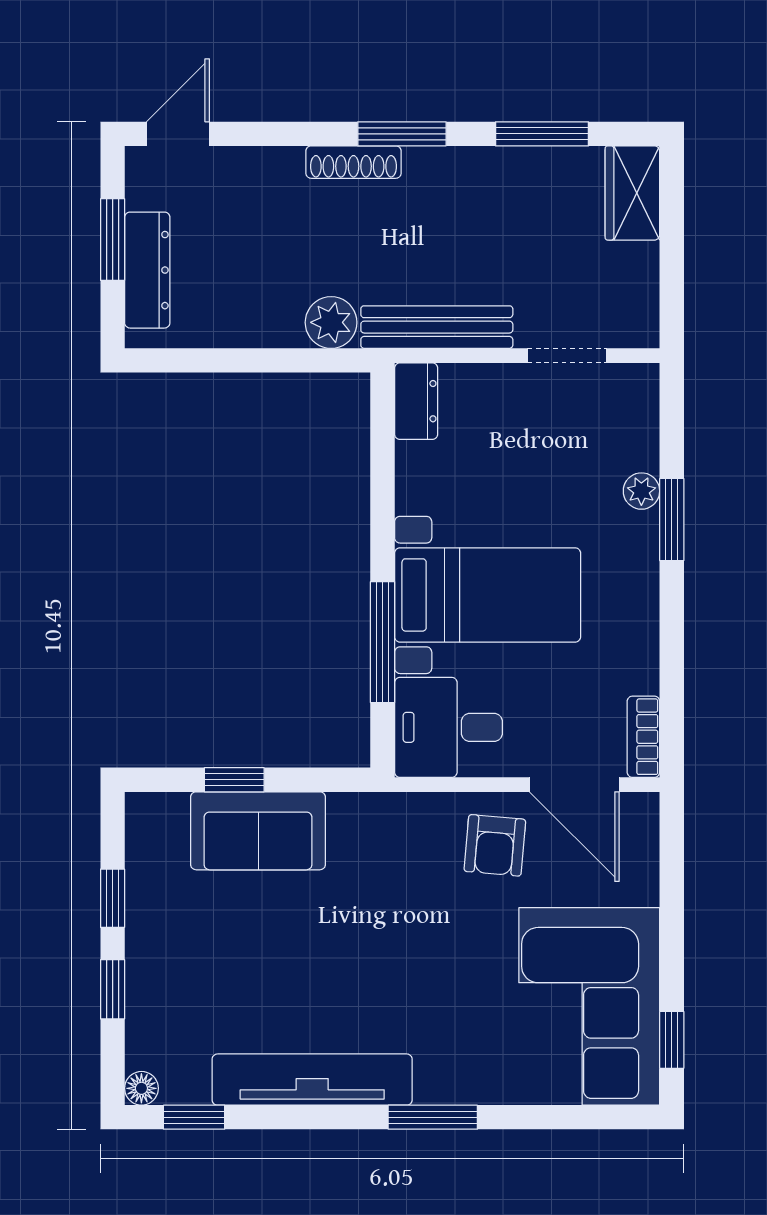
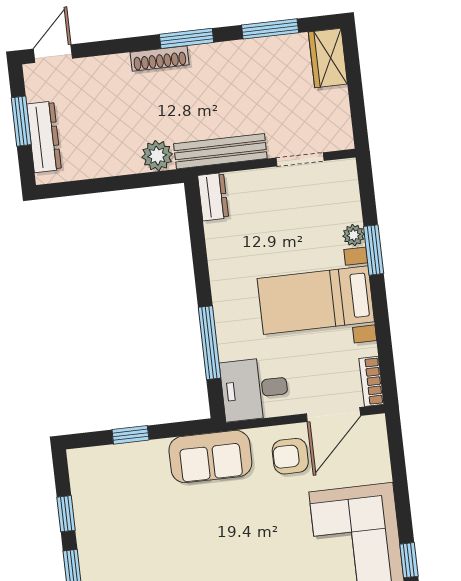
bed with nightstands: (488, 595) -> (316, 300), moved, turned 180
door: (574, 785) -> (333, 415), hinge flipped
sofa: (258, 831) -> (210, 457), moved
armchair: (495, 845) -> (290, 456), turned 85

